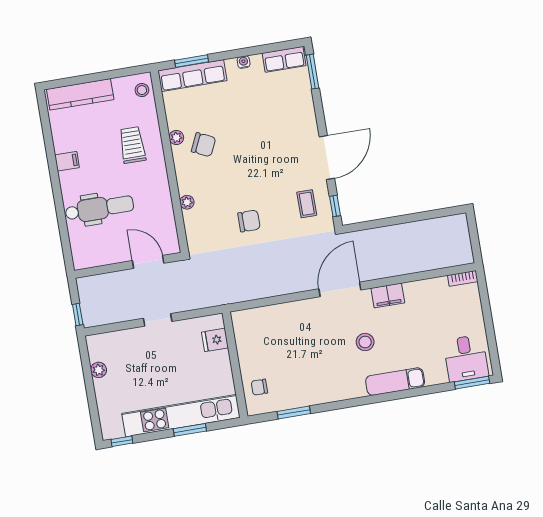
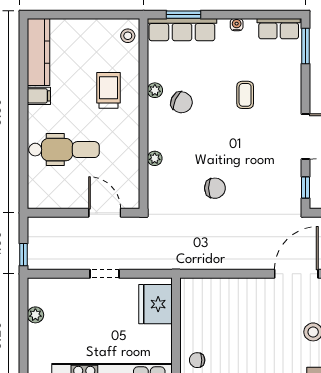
kitchen counter: (80, 94) -> (39, 52), moved, turned -90
coffee table: (307, 204) -> (245, 95), moved
fridge: (215, 340) -> (155, 304), width x1.88, depth x1.34

